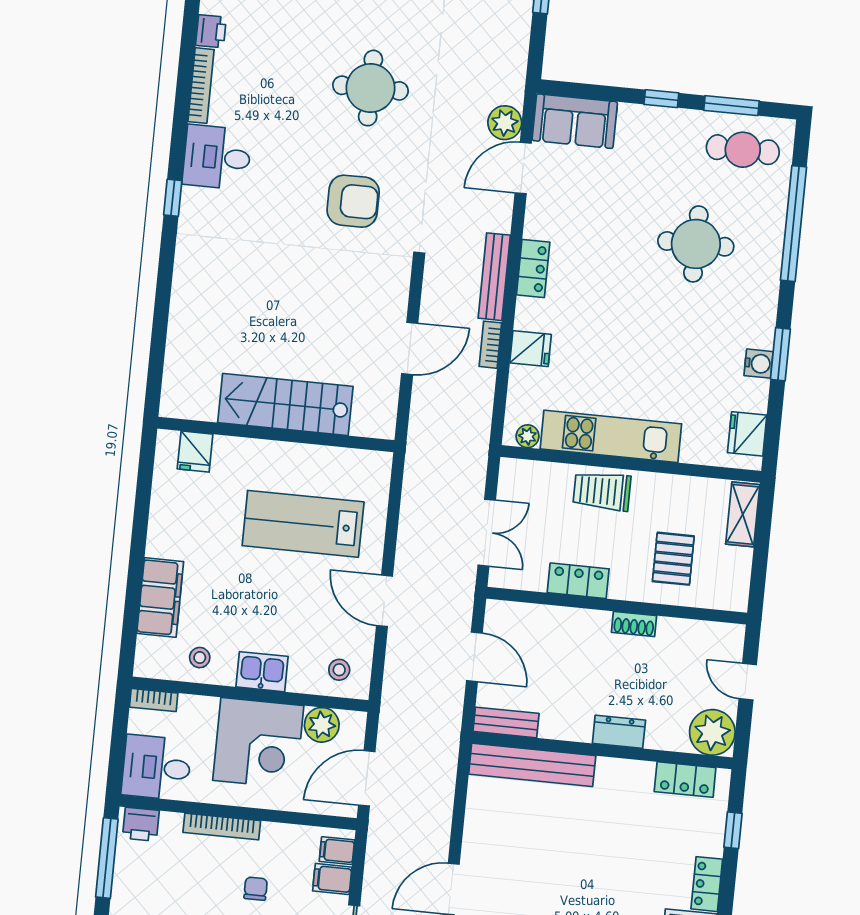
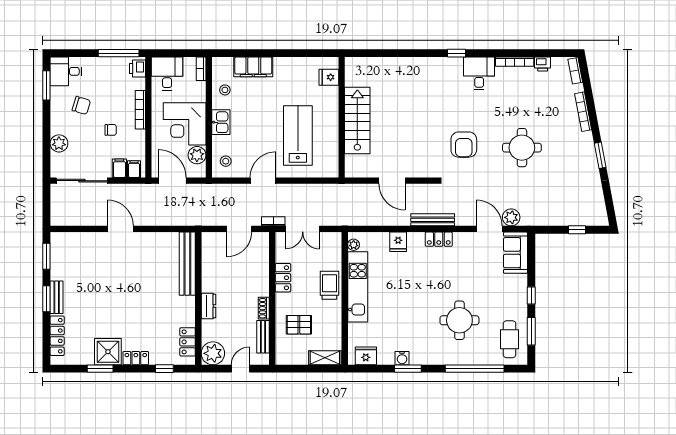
bookcase: (490, 345) -> (273, 221), moved
bench: (506, 722) -> (263, 337), moved

